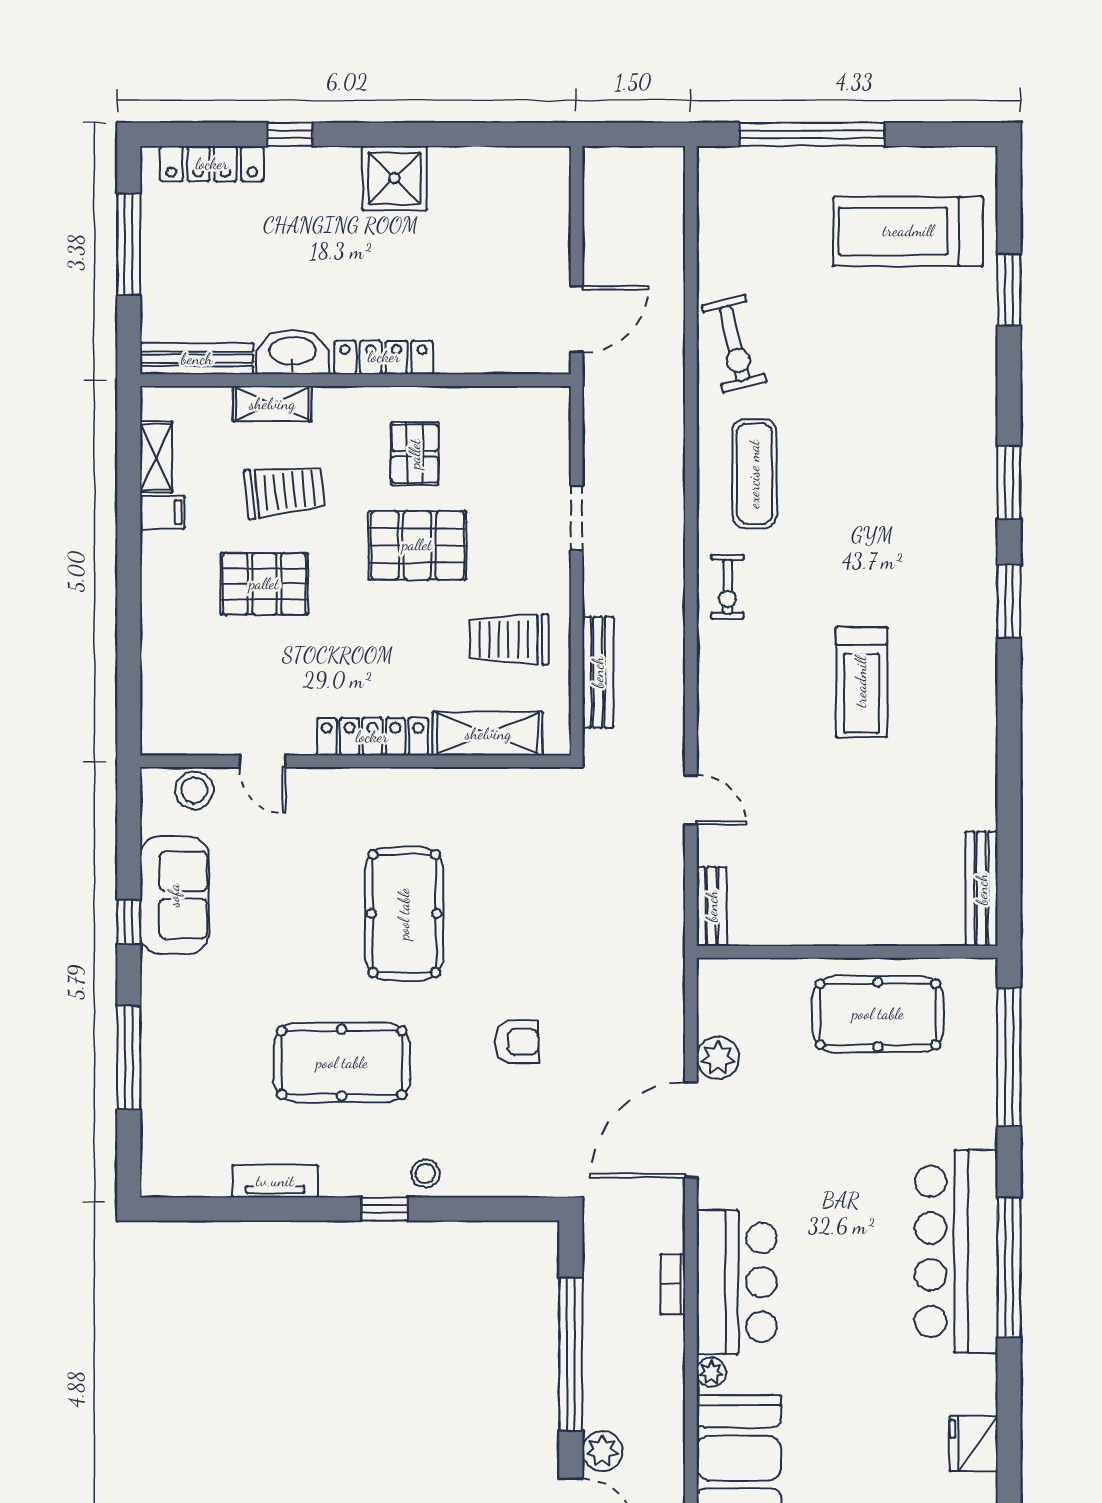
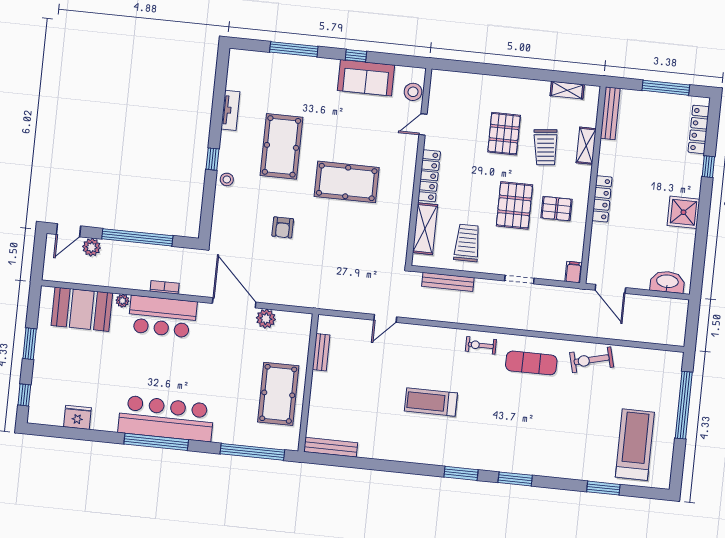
washbasin: (293, 352) -> (667, 282), moved, turned -90
filing cabinet: (162, 512) -> (574, 272), moved, turned 180
bench: (712, 906) -> (321, 352), moved, turned 90

